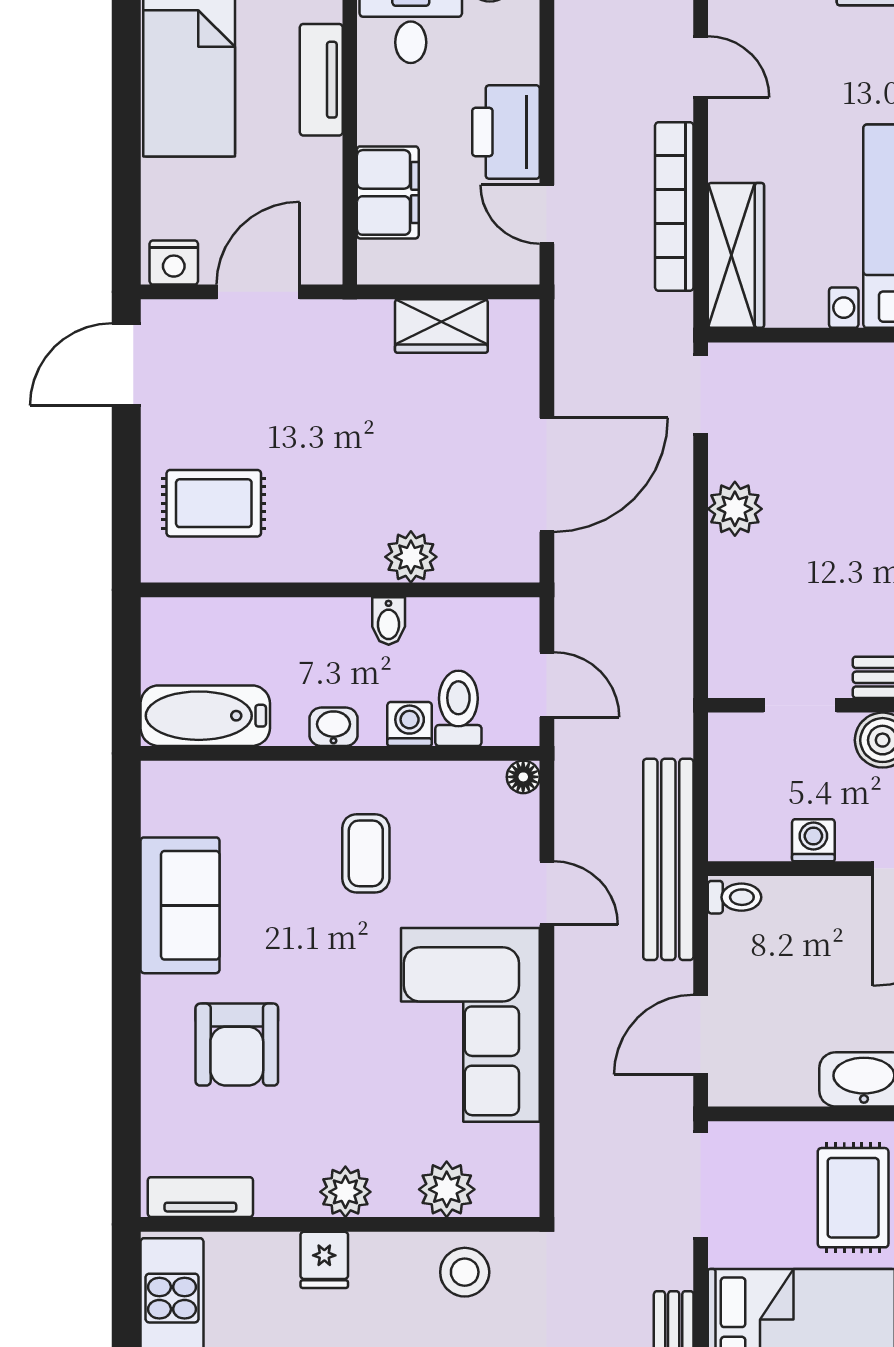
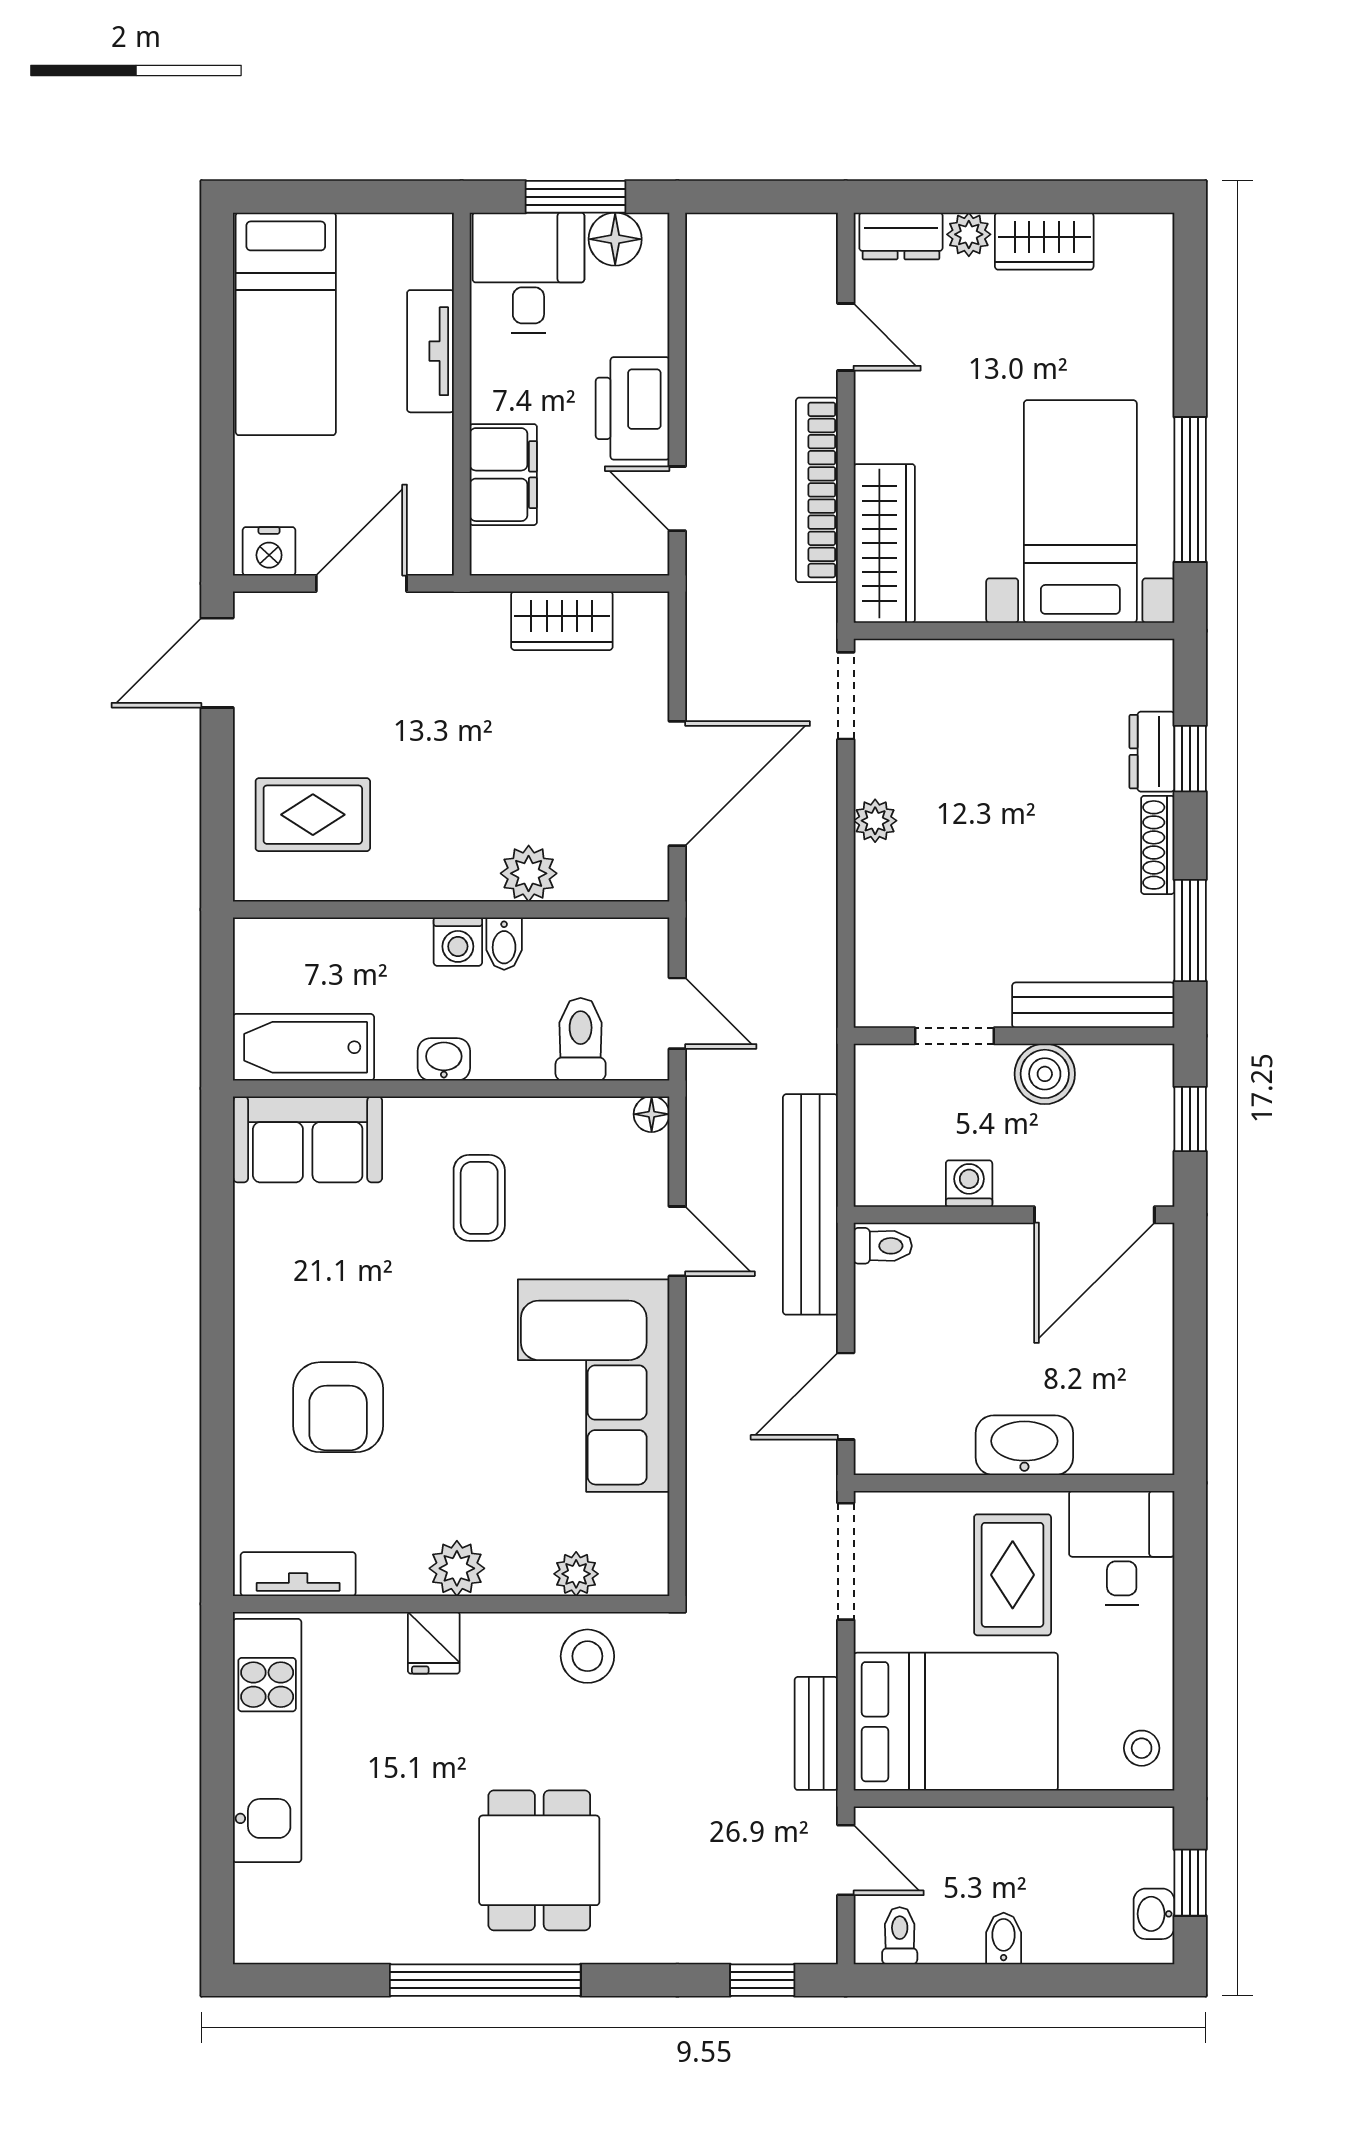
plant: (735, 509) -> (875, 821), width x0.73, depth x0.73
washing machine: (410, 724) -> (458, 942), moved, turned 180
sofa: (180, 905) -> (308, 1139), moved, turned 90
plant: (447, 1189) -> (576, 1574), width x0.73, depth x0.73

